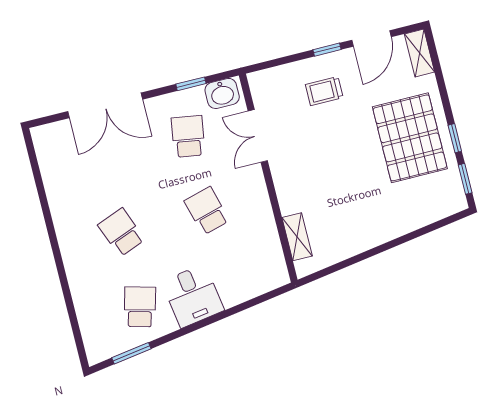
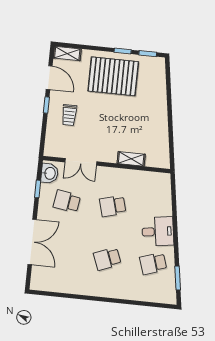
shelving: (297, 237) -> (131, 159), moved
school desk: (140, 307) -> (153, 264), turned -33

